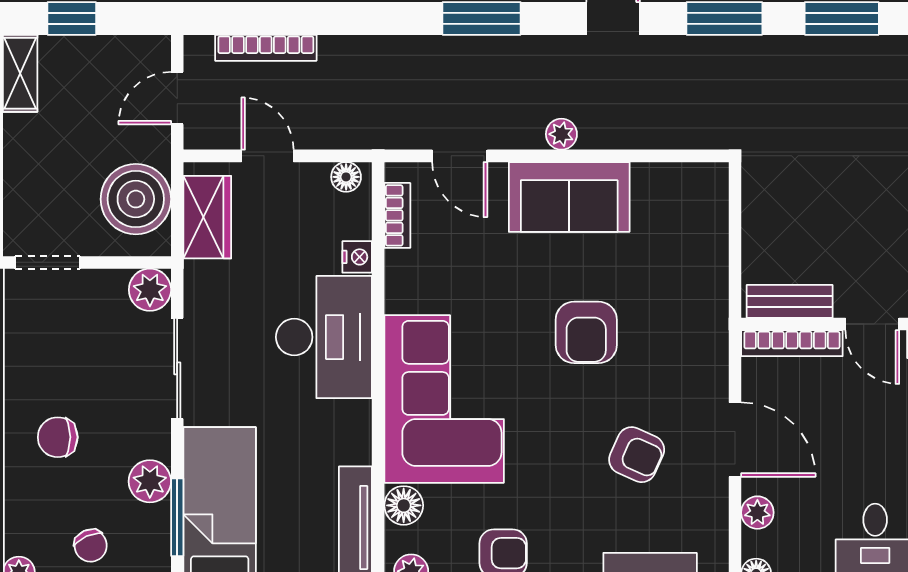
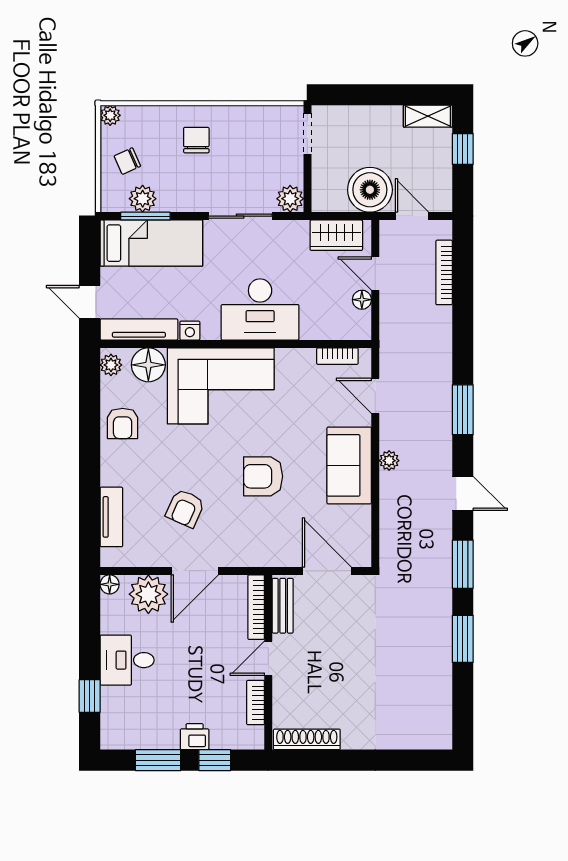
door: (267, 156) -> (375, 273), swing flipped
door: (460, 156) -> (375, 396), hinge flipped
floor lamp: (346, 177) -> (362, 300), moved
boiler: (136, 199) -> (370, 190), moved
door: (735, 232) -> (327, 571), added
nightstand: (357, 257) -> (190, 331), moved
plant: (150, 481) -> (143, 199), moved
floor lamp: (404, 505) -> (148, 365), width x1.38, depth x1.38
plant: (757, 513) -> (148, 594), width x1.88, depth x1.88

